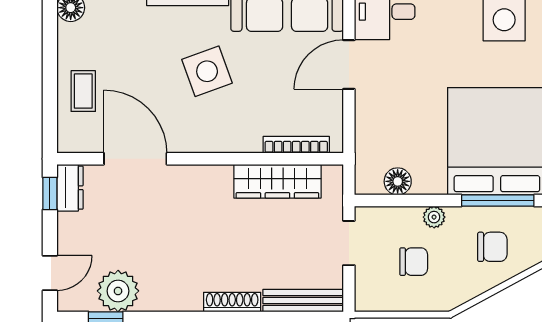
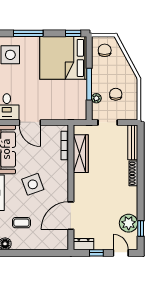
coffee table: (83, 91) -> (21, 223), moved
floor lamp: (398, 181) -> (81, 101), removed
window: (50, 194) -> (96, 253), moved
window: (498, 201) -> (89, 84), moved
plant: (434, 217) -> (96, 98), moved
chair: (492, 247) -> (105, 50), moved

